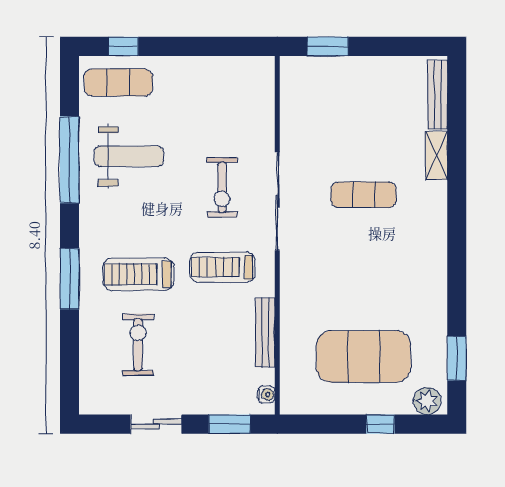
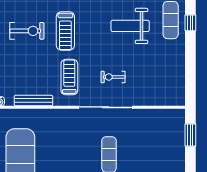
weight bench: (129, 156) -> (130, 26), turned 90
exercise bike: (222, 187) -> (113, 77), width x0.73, depth x0.72
treadmill: (138, 274) -> (65, 31), turned 180

